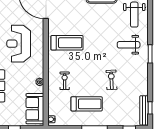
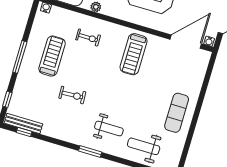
weight bench: (129, 45) -> (109, 128), turned 90
treadmill: (87, 104) -> (52, 56), turned 180

